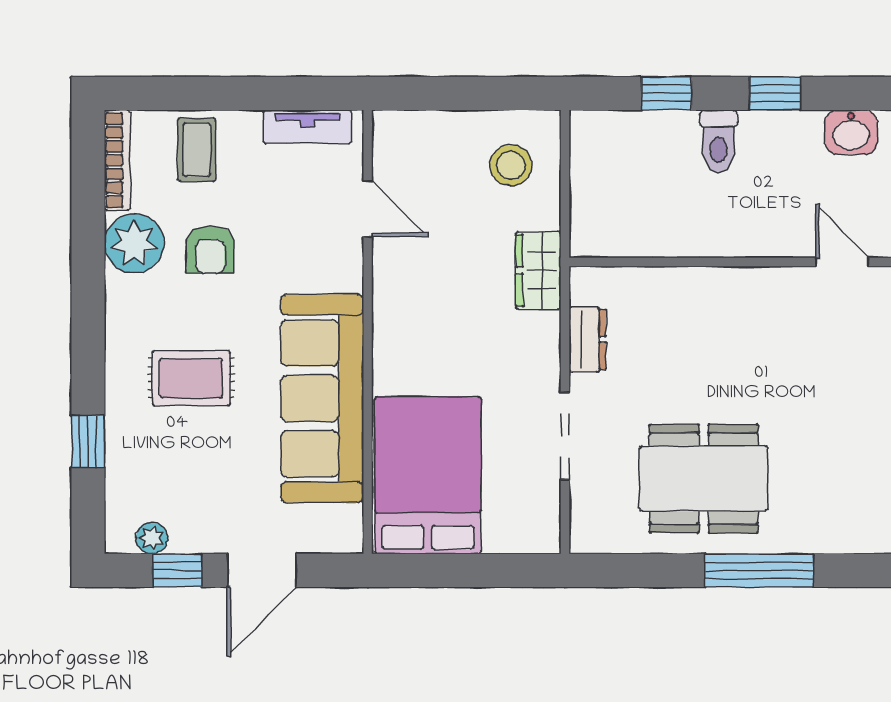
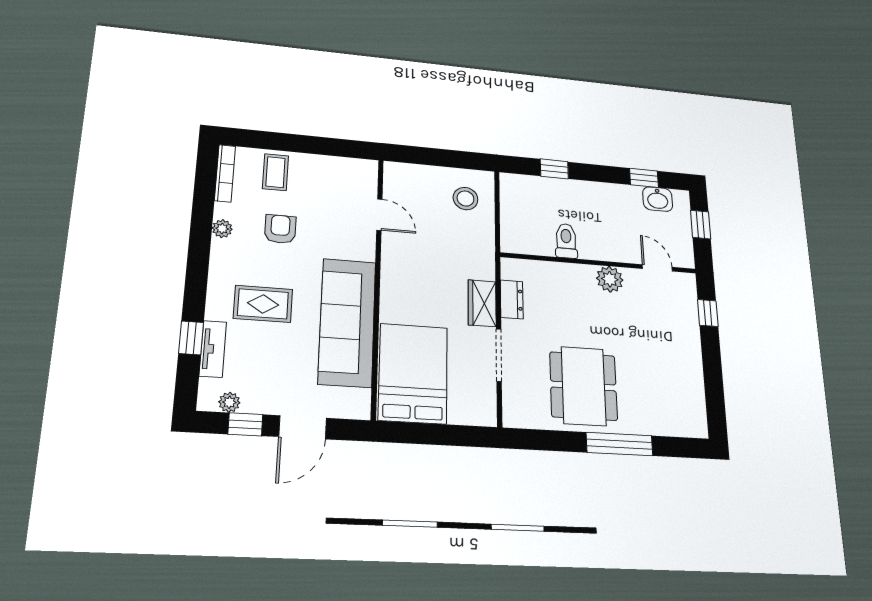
window: (775, 93) -> (644, 178), moved
tv unit: (307, 127) -> (213, 349), moved, turned -90
toilet: (718, 141) -> (566, 241), moved, turned 180
plant: (134, 243) -> (222, 229), width x0.53, depth x0.53
armchair: (210, 250) -> (280, 229), turned 180
wardrobe: (538, 270) -> (482, 303), moved
plant: (757, 290) -> (610, 279), added
dining table: (704, 478) -> (584, 386), turned 90

